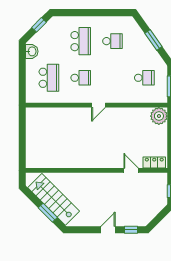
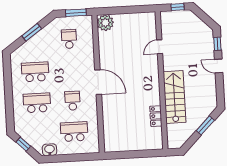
school desk: (113, 41) -> (35, 72), width x1.85
door: (98, 105) -> (98, 82), width x1.87
locker: (154, 162) -> (156, 116), moved
stairs: (54, 199) -> (175, 97), moved, turned 135

